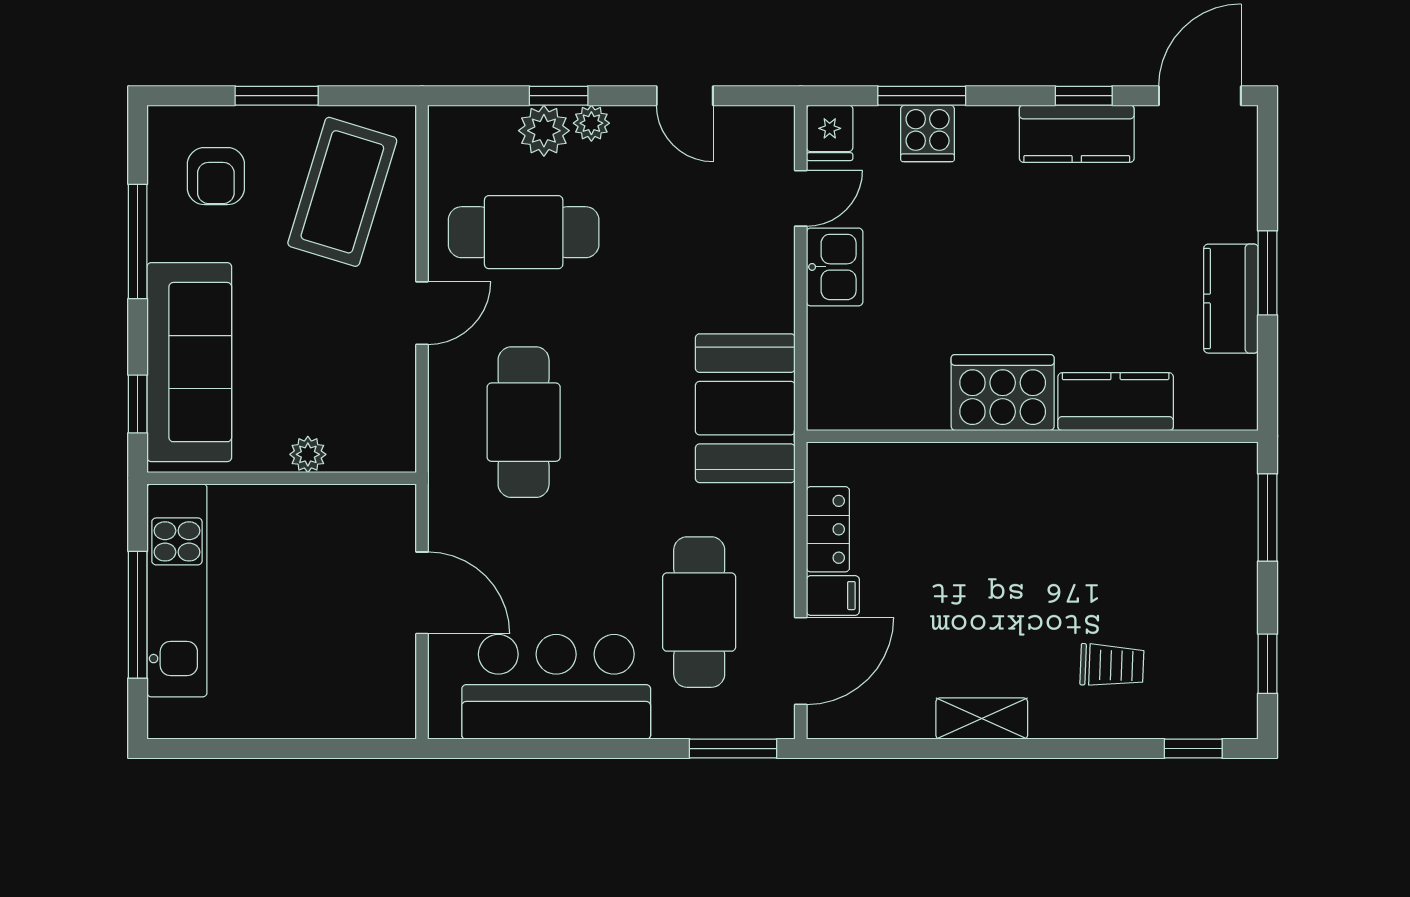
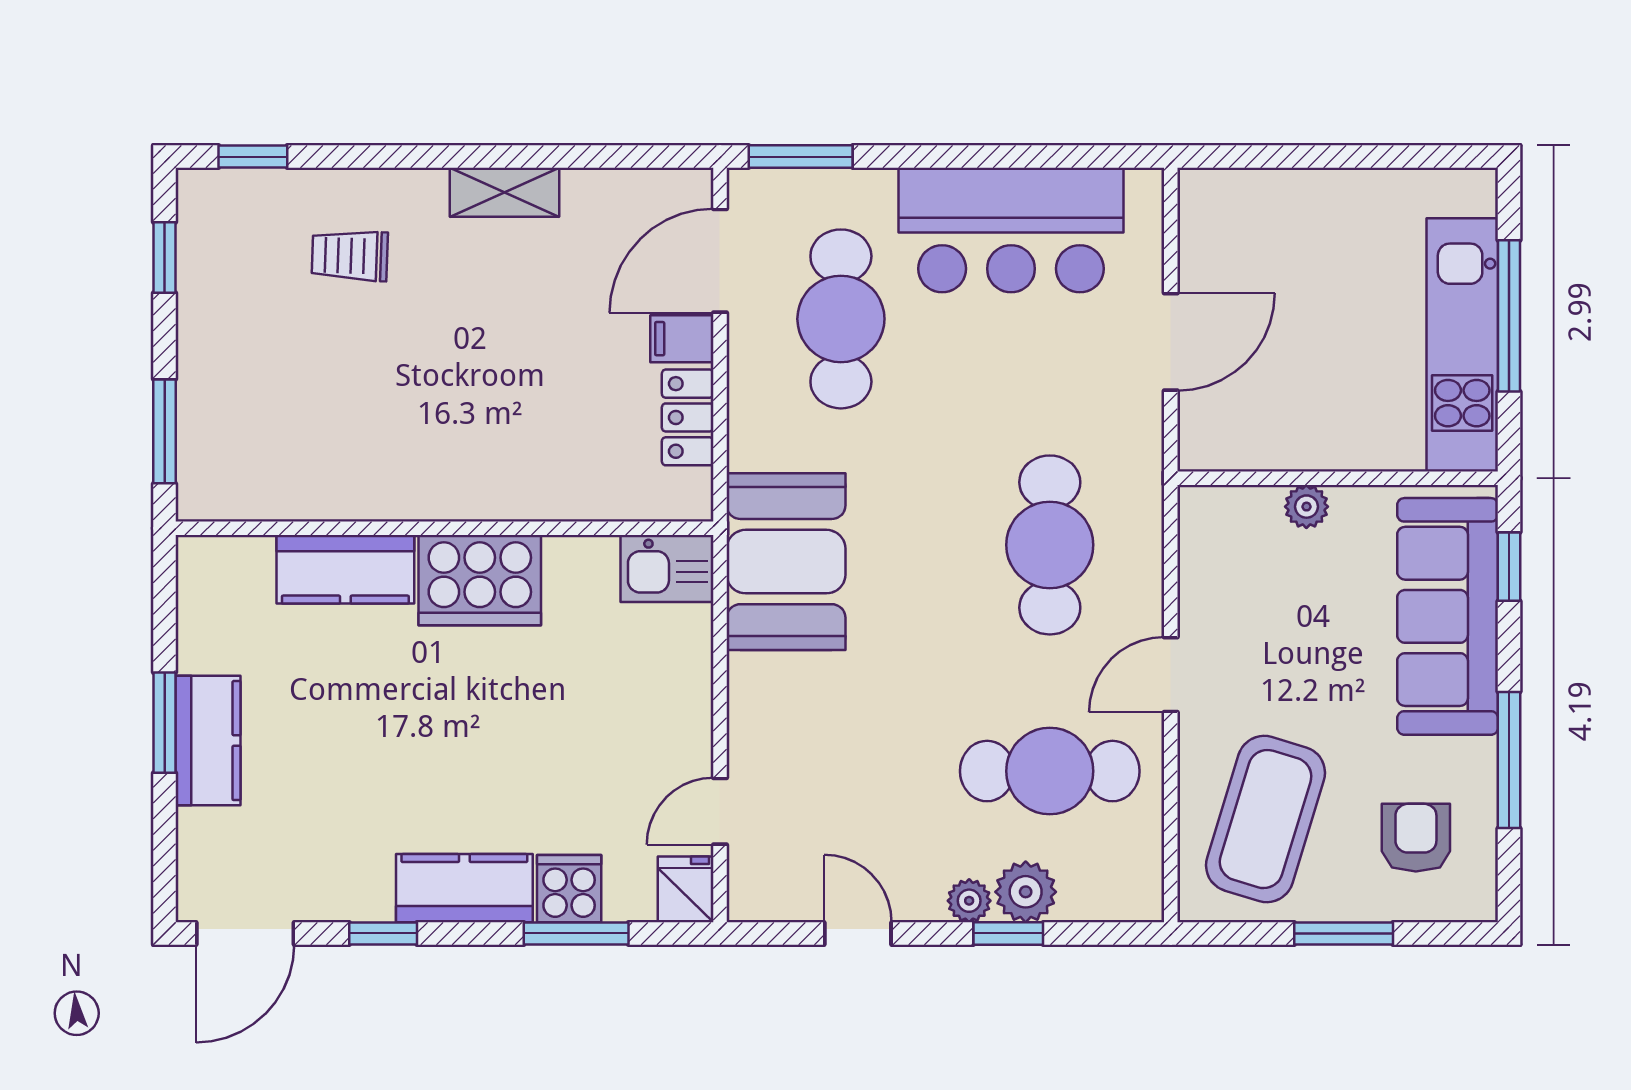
kitchen counter: (1077, 134) -> (464, 888), moved
kitchen sink: (835, 267) -> (667, 569), moved, turned -90
kitchen counter: (1231, 299) -> (208, 741), moved
door: (422, 593) -> (1171, 342), swing flipped

